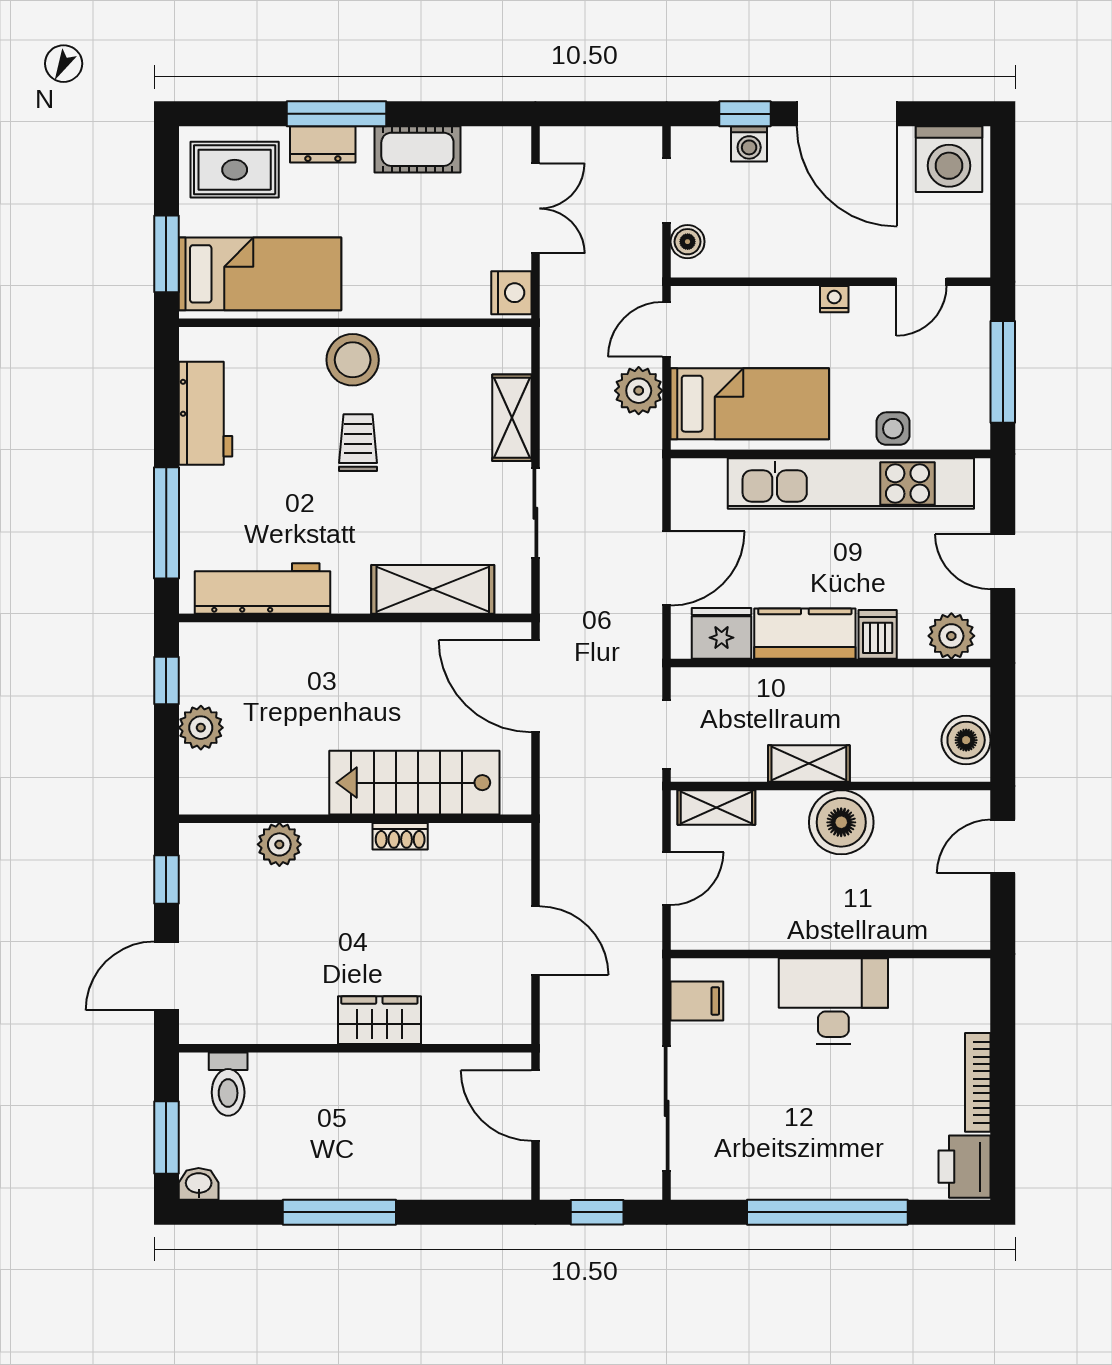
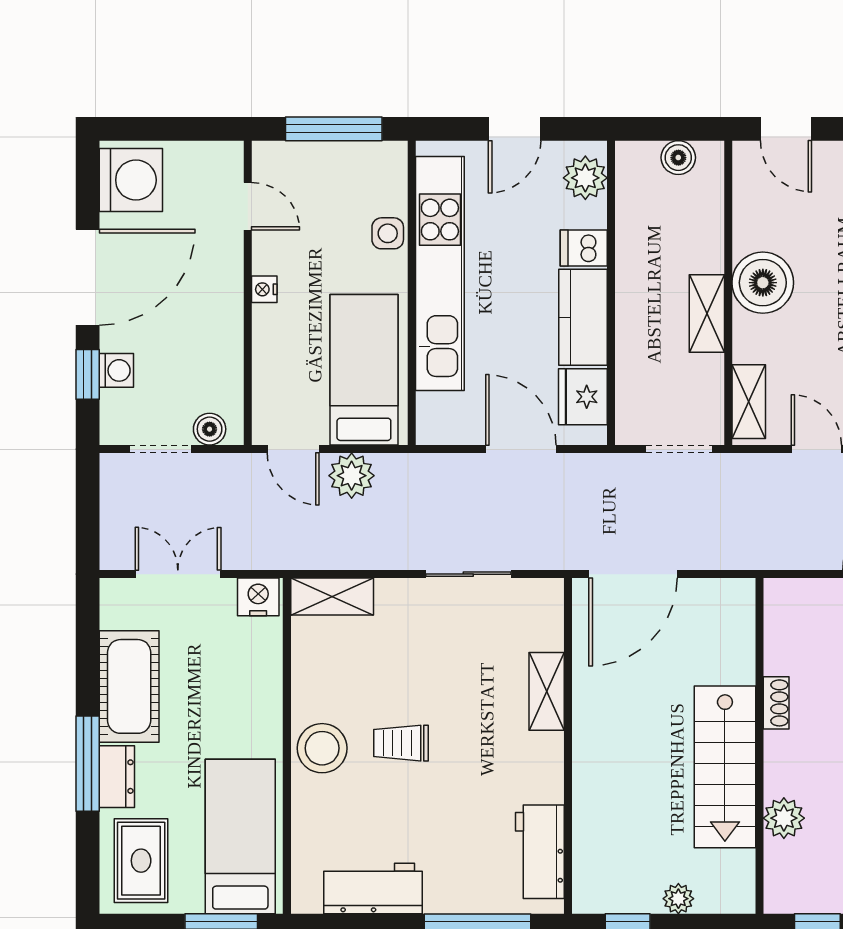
cot: (417, 149) -> (129, 686), width x1.37, depth x1.34
shelving: (512, 418) -> (332, 597), moved
workbench: (263, 588) -> (540, 852), width x0.73
shelving: (433, 589) -> (547, 691), width x0.67, depth x0.75
plant: (201, 728) -> (678, 899), width x0.73, depth x0.73
boiler: (966, 740) -> (678, 158), width x0.73, depth x0.73
stairs: (414, 783) -> (725, 767), moved

